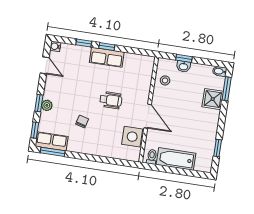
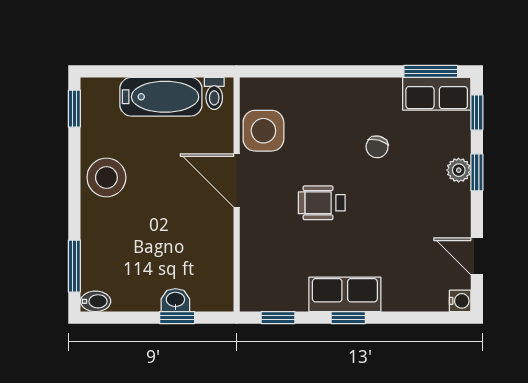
window: (84, 43) -> (278, 318), moved
stool: (165, 80) -> (106, 177), moved, width x1.89, depth x1.89
shower: (213, 99) -> (101, 239), removed
window: (218, 148) -> (74, 109), moved

